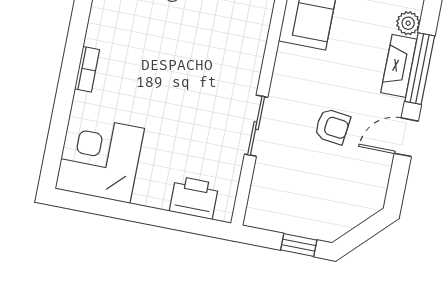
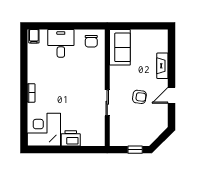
plant: (408, 23) -> (163, 47), removed
window: (420, 69) -> (171, 65), removed
printer: (194, 198) -> (71, 138), moved

